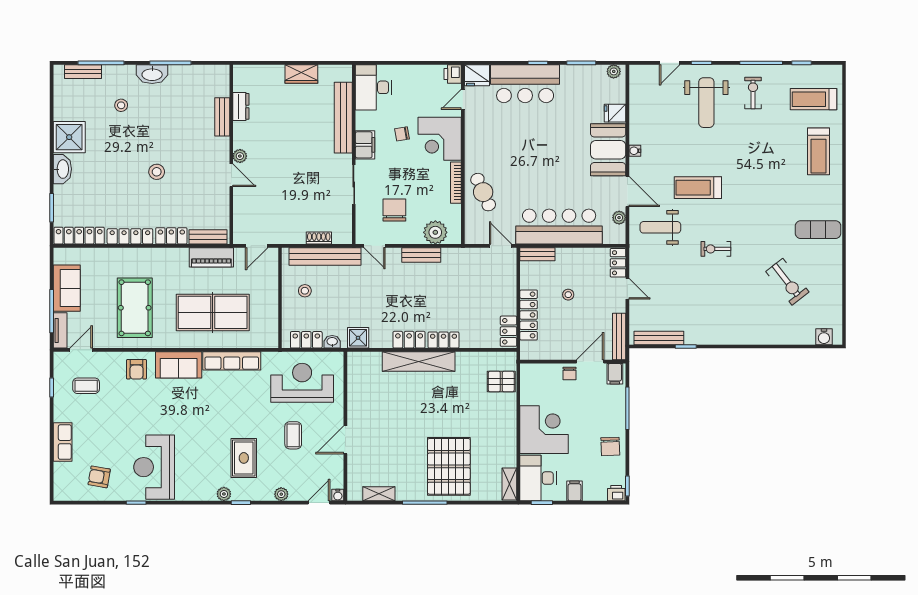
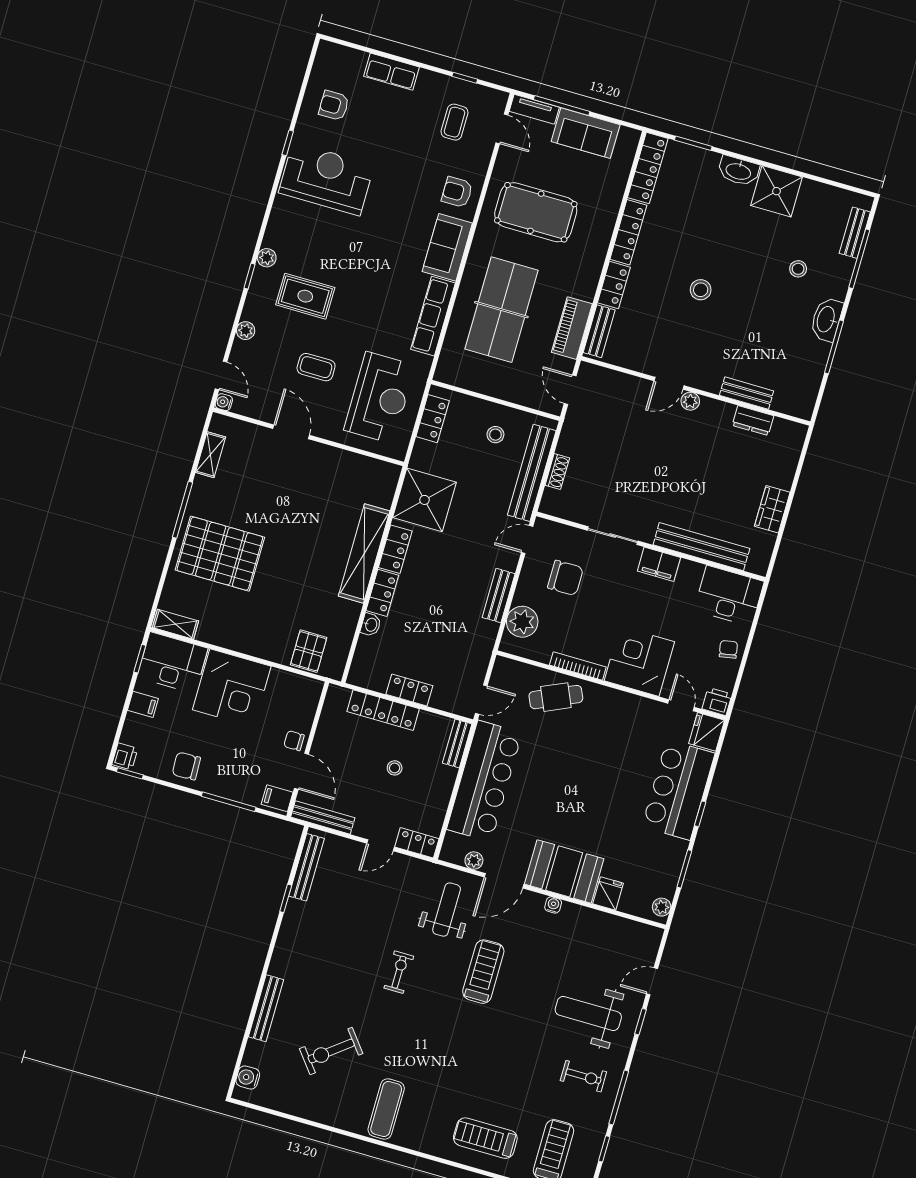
door: (670, 63) -> (652, 981), hinge flipped
chair: (402, 134) -> (728, 649), moved
locker: (508, 331) -> (409, 690), moved
shower: (358, 338) -> (425, 500), width x1.86, depth x1.86
bench: (770, 338) -> (266, 1008), added
washbasin: (332, 342) -> (371, 625), moved
armchair: (99, 477) -> (334, 105), turned -100

